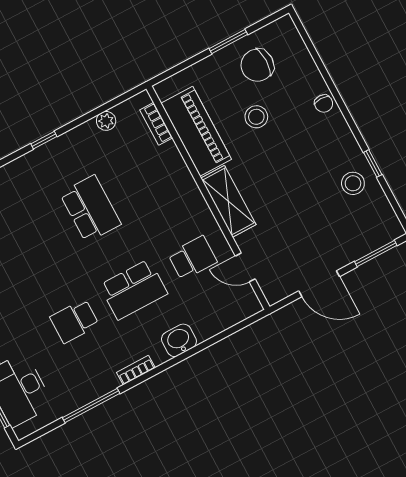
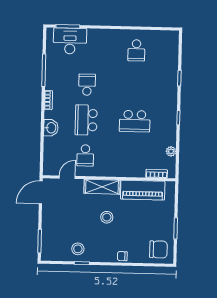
chair: (257, 65) -> (158, 249), moved, turned 90
stool: (256, 117) -> (107, 217), moved
door: (319, 284) -> (41, 192), moved

